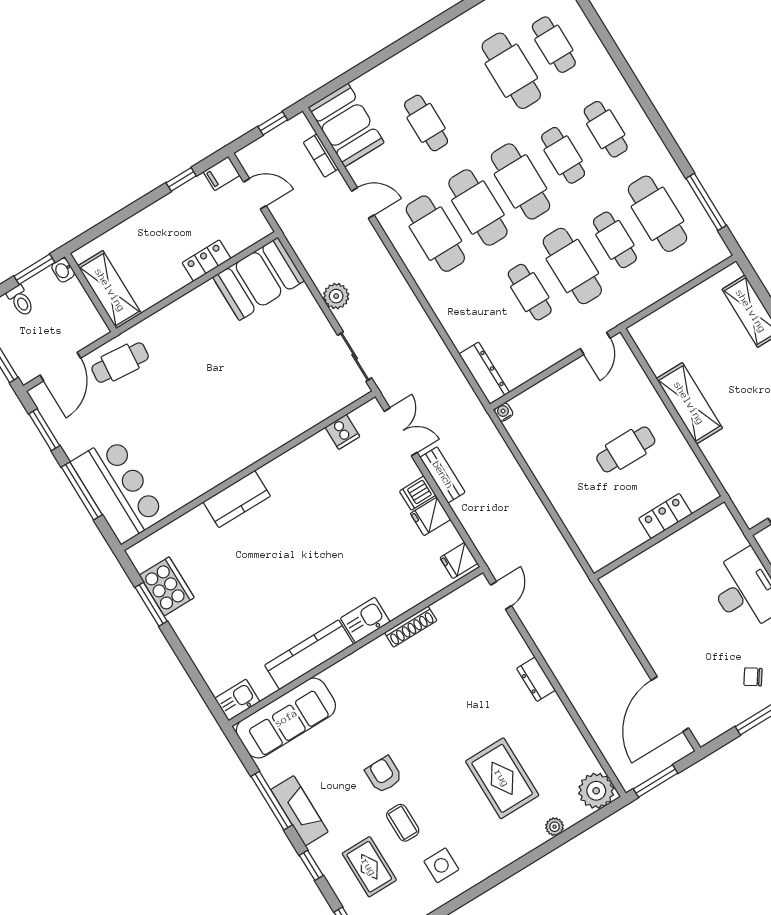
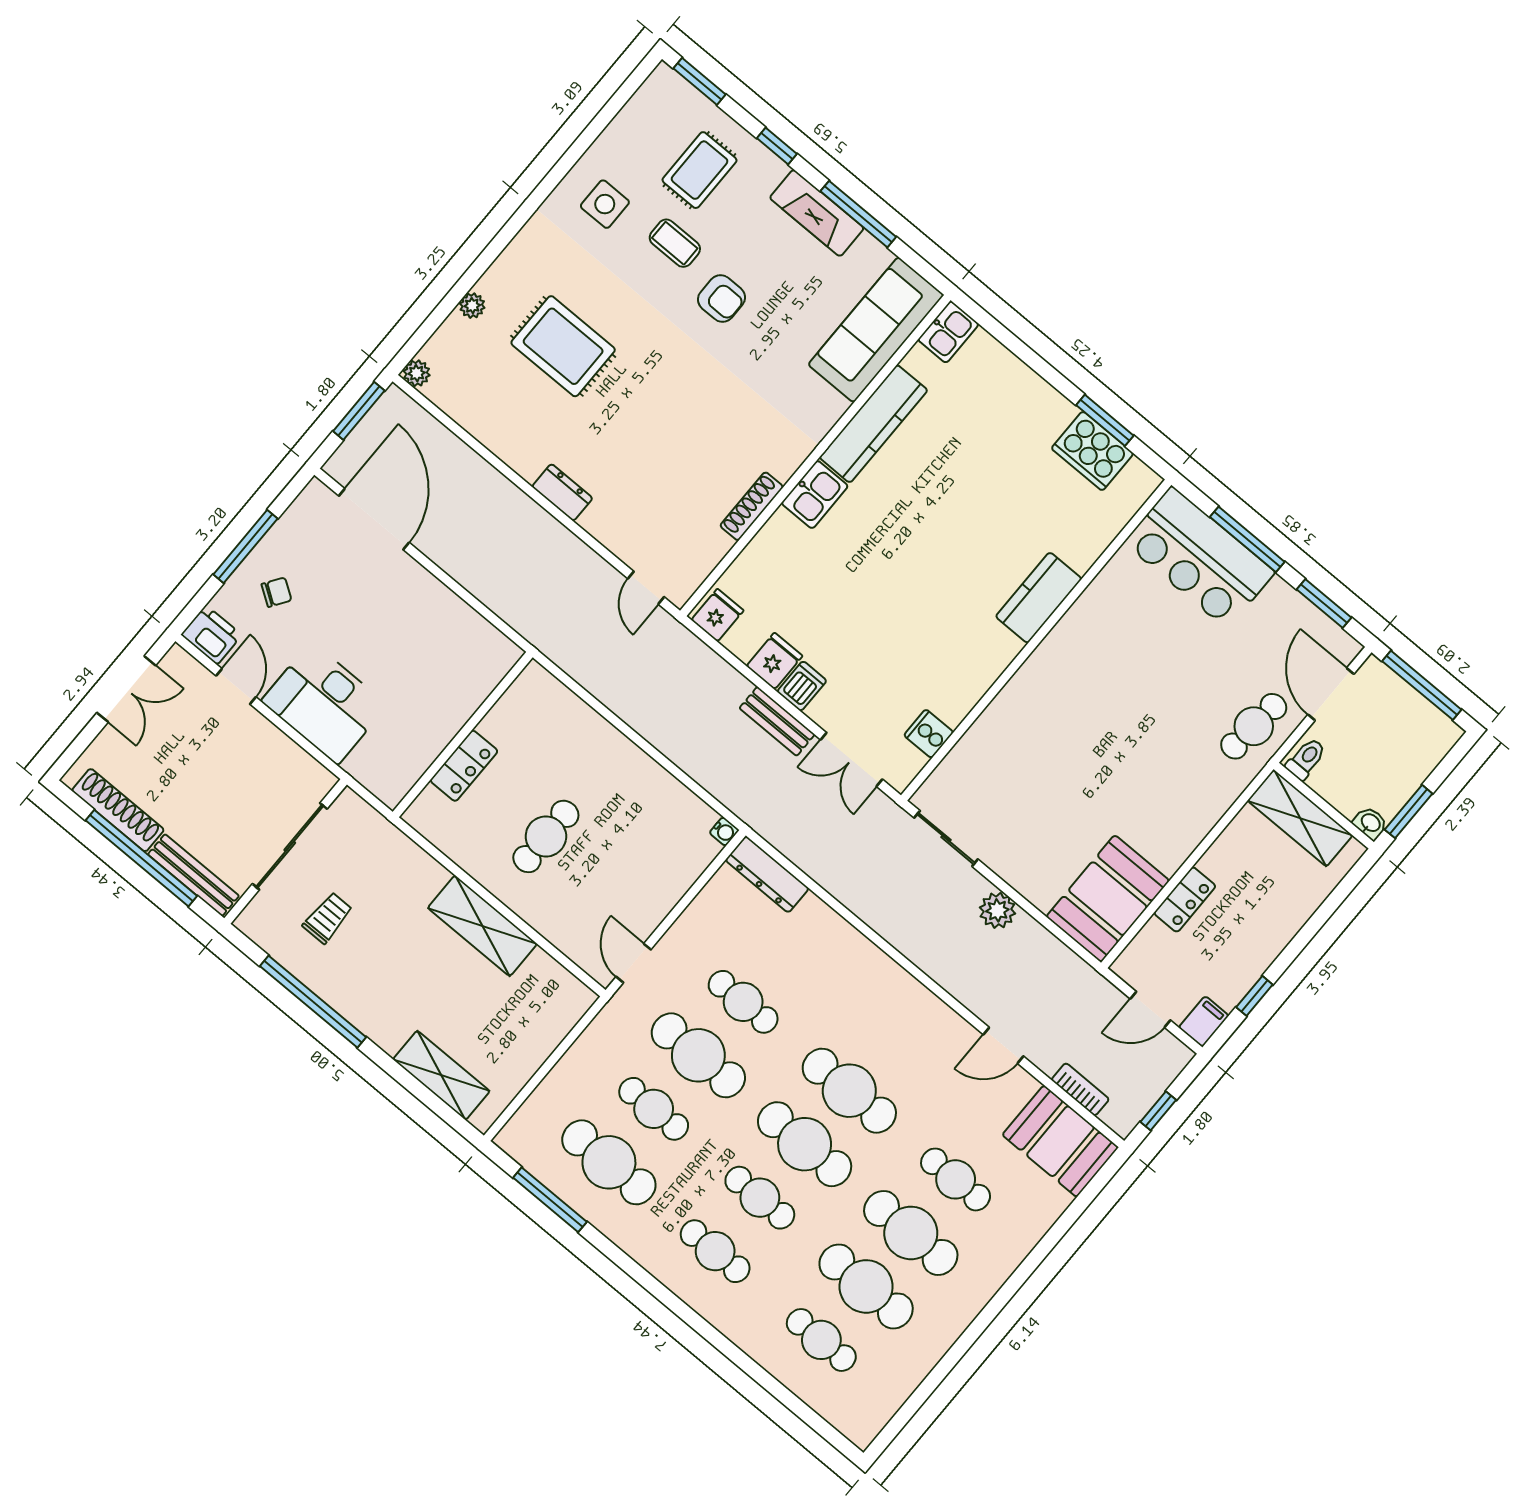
cafe table: (435, 234) -> (911, 1233), moved
toilet: (20, 301) -> (1306, 759), moved, turned 90
plant: (596, 791) -> (417, 373), width x0.53, depth x0.53
rug: (369, 867) -> (699, 170), turned 90

